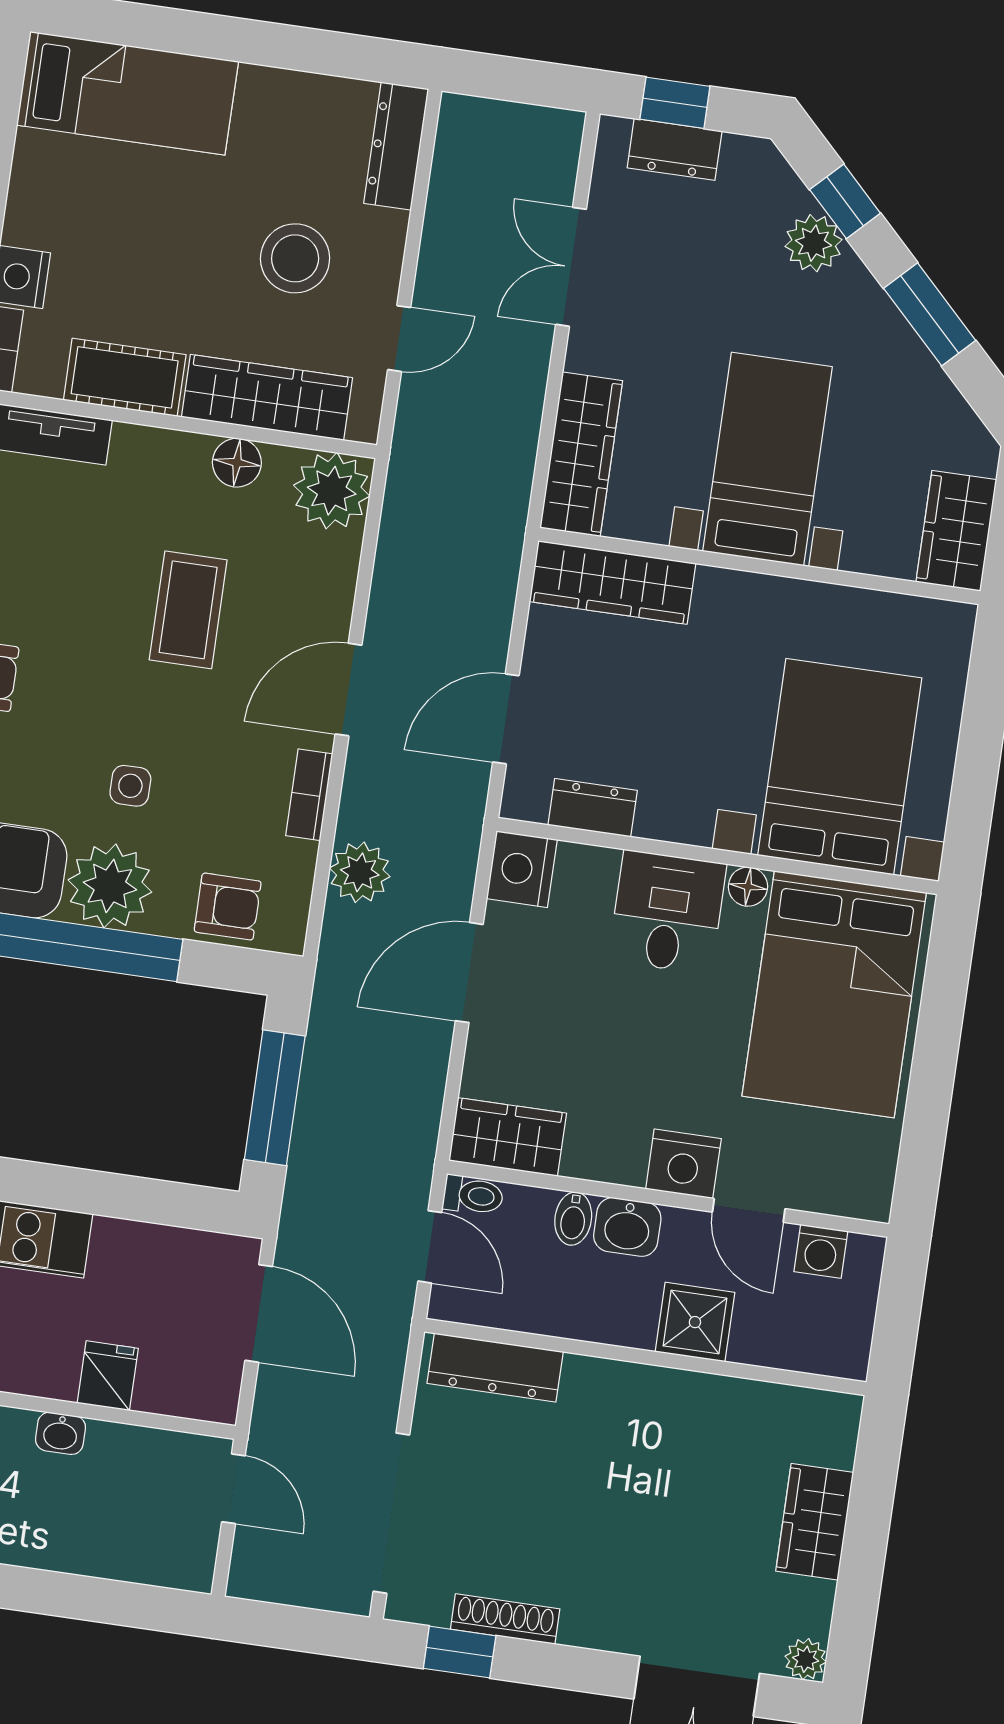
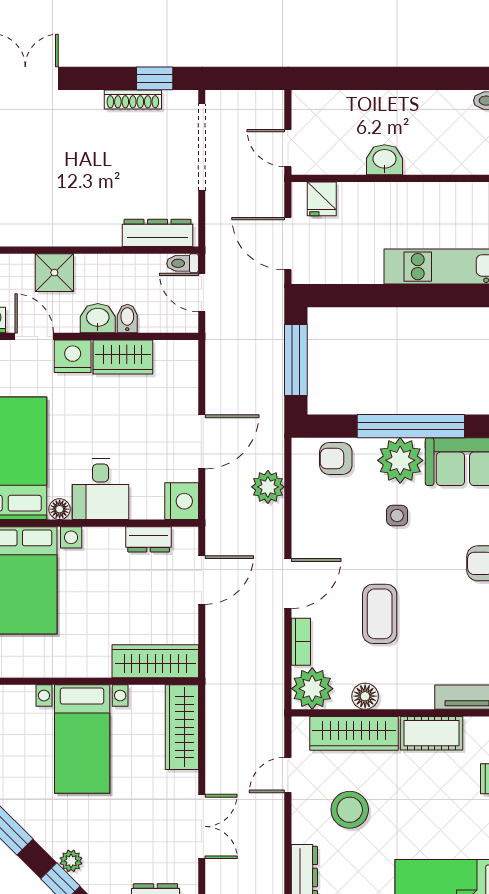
plant: (814, 243) -> (71, 861), width x0.73, depth x0.73
bookcase: (309, 795) -> (301, 642), moved
wardrobe: (508, 1137) -> (123, 357), moved
toilet: (473, 1195) -> (183, 263), moved
fridge: (108, 1376) -> (322, 199), moved
washbasin: (60, 1433) -> (385, 160), width x1.38, depth x1.45

